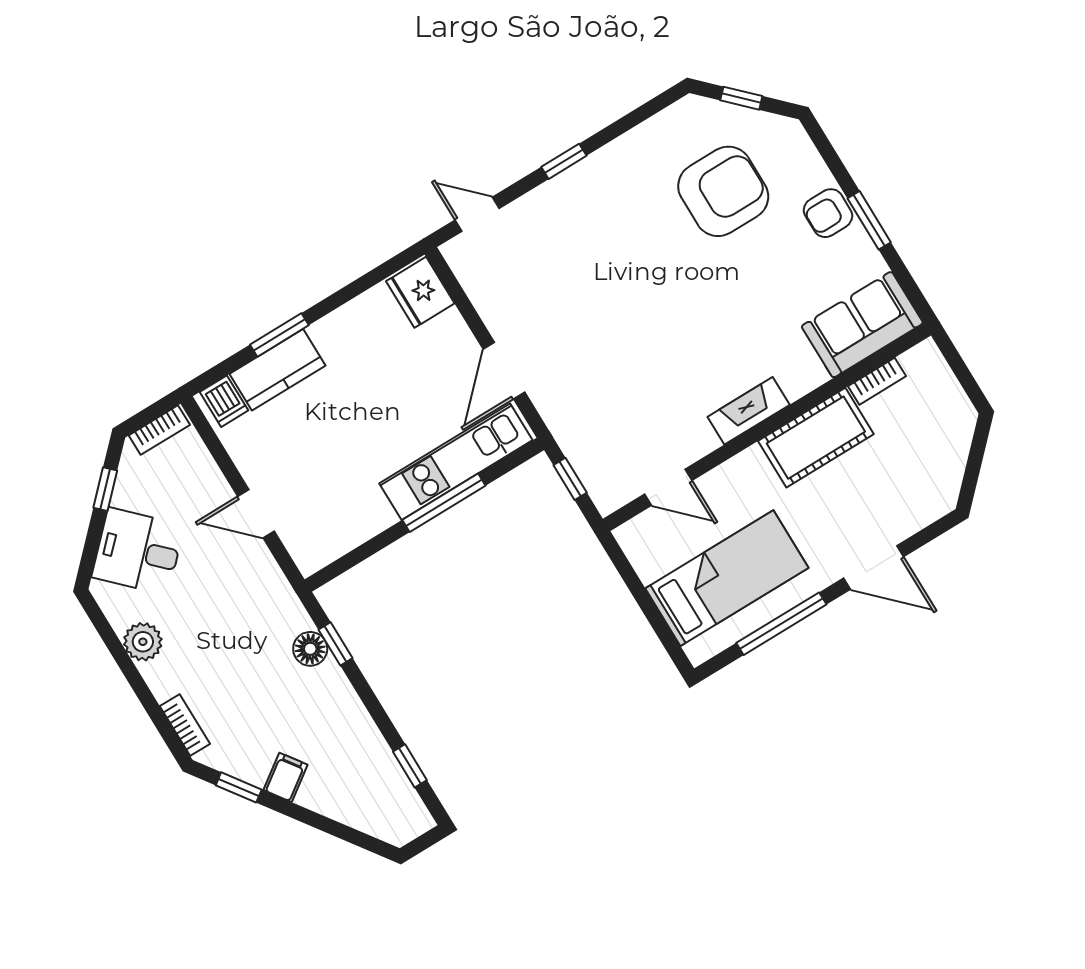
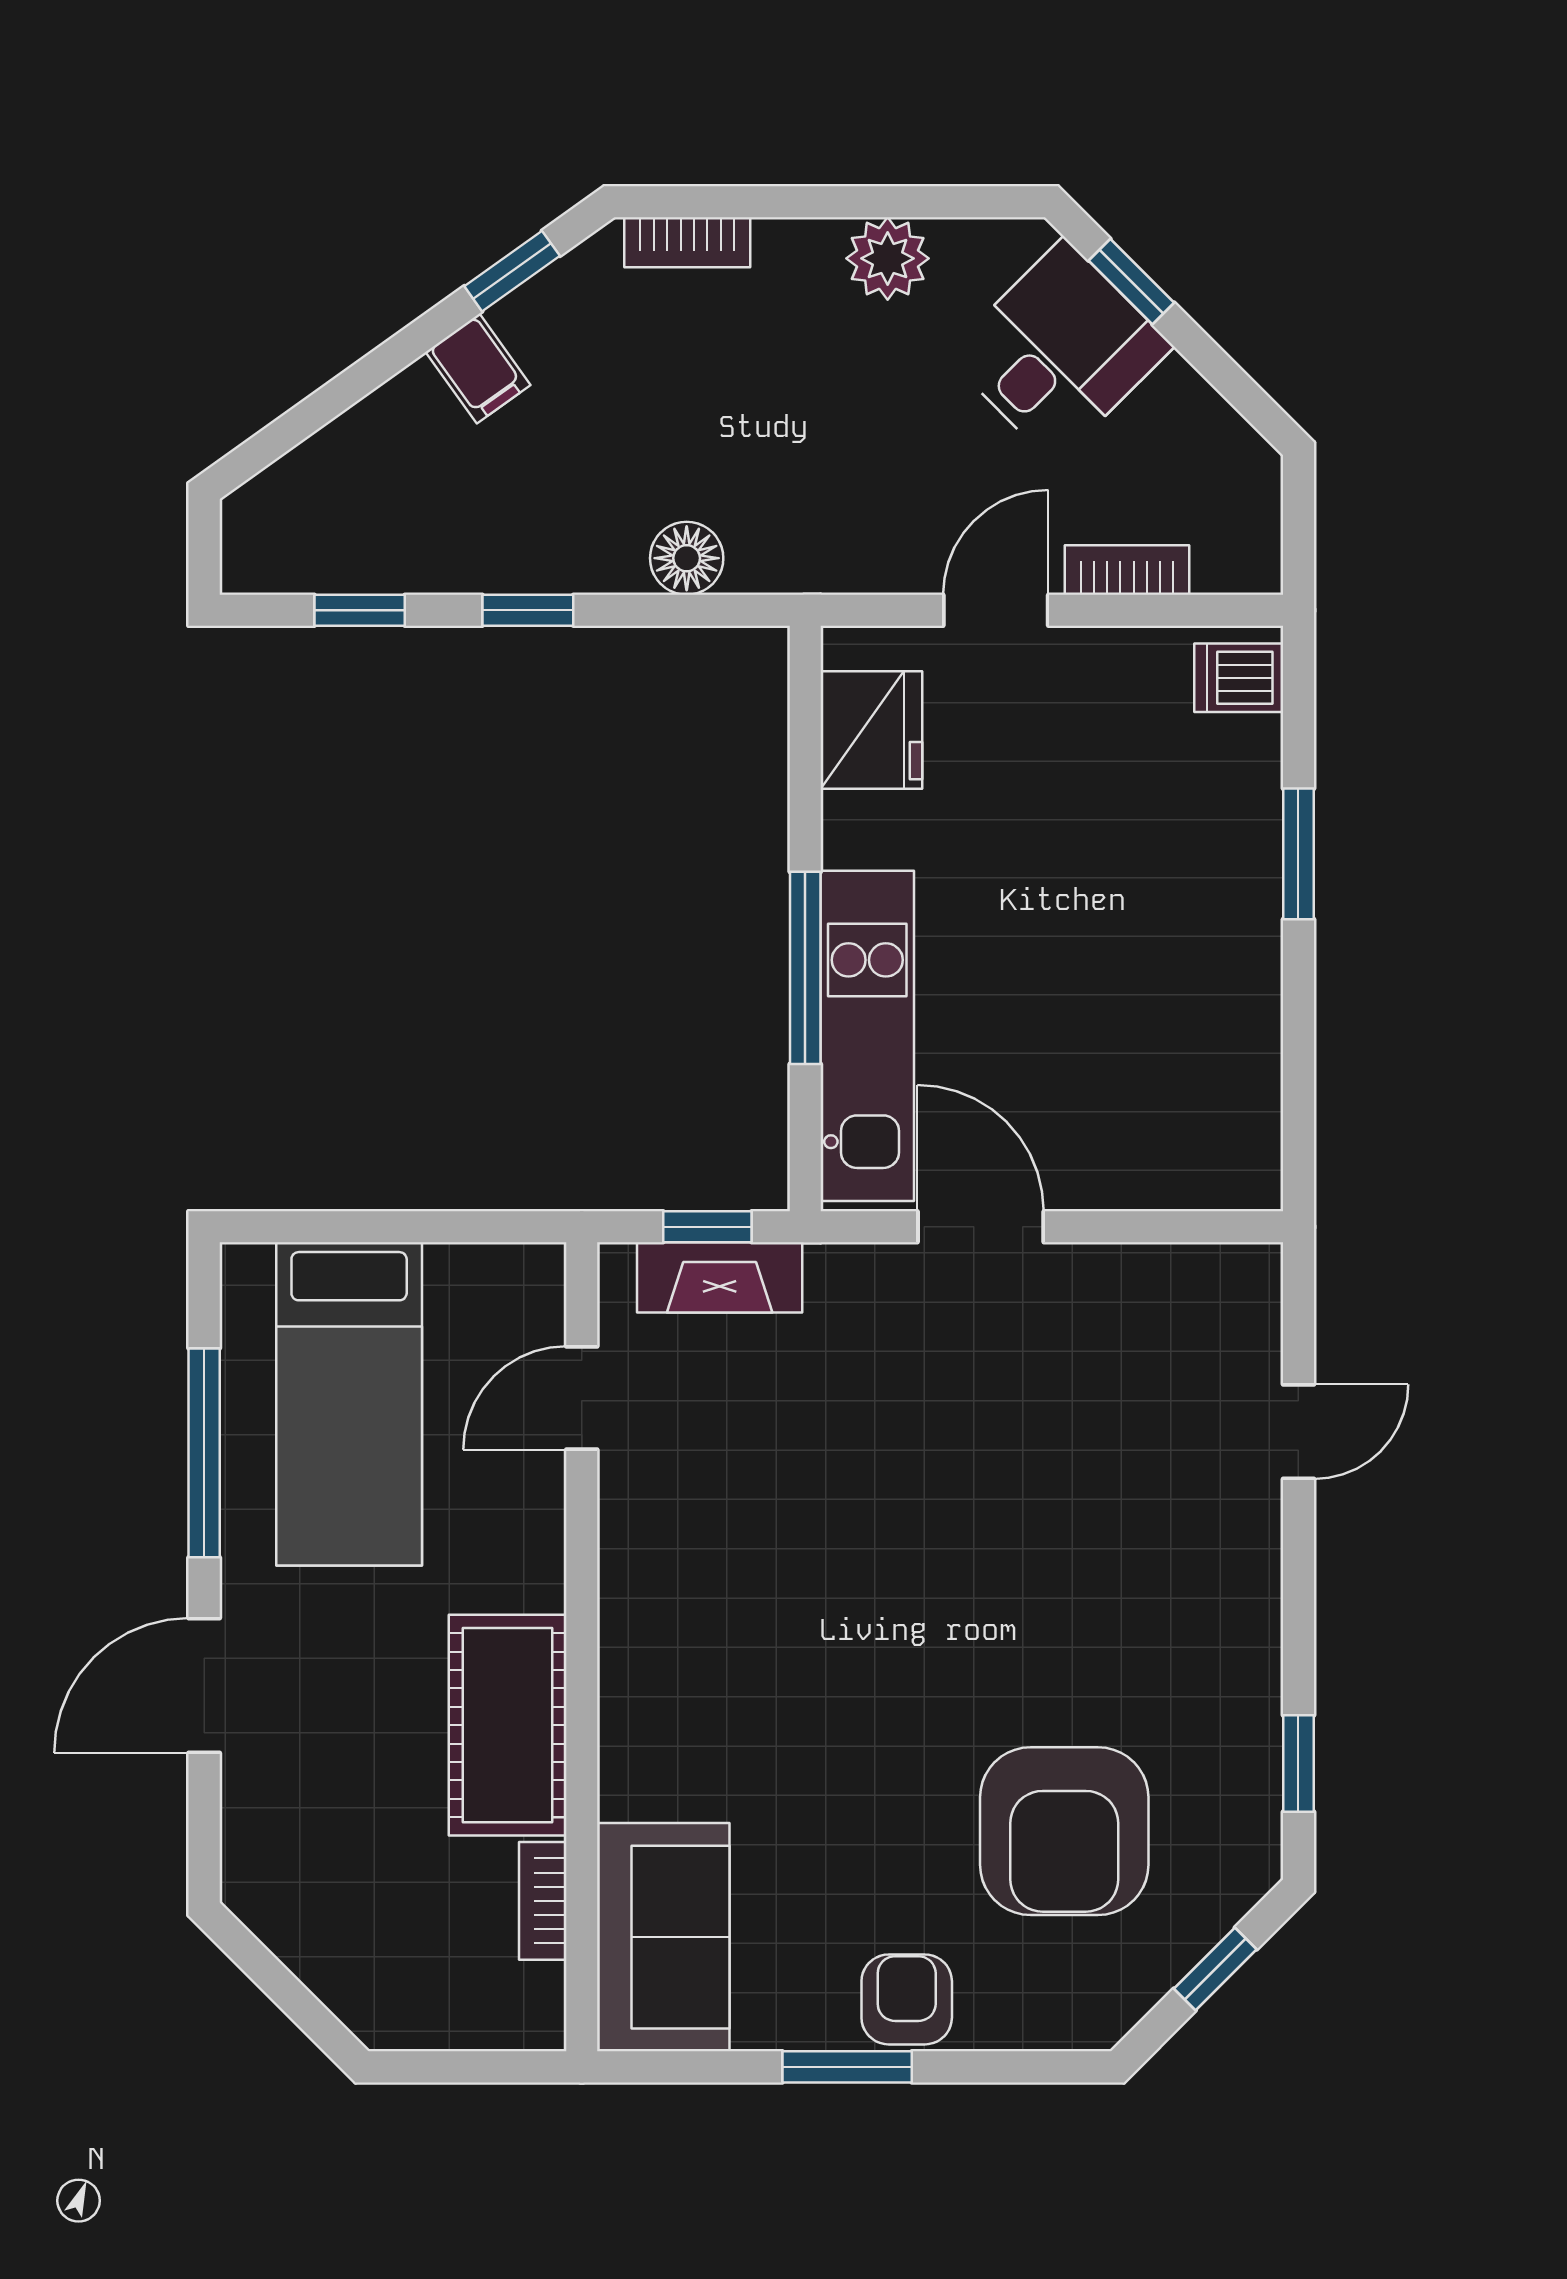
window: (564, 161) -> (1298, 1764), moved
door: (477, 214) -> (1298, 1432), moved
fridge: (420, 292) -> (871, 730), moved, turned 90
kitchen counter: (277, 370) -> (1237, 811), removed
fireplace: (749, 411) -> (720, 1277), moved, turned 90
bookcase: (159, 430) -> (1127, 570), moved, turned 90
window: (105, 489) -> (1131, 282), moved
window: (335, 644) -> (528, 610), moved

